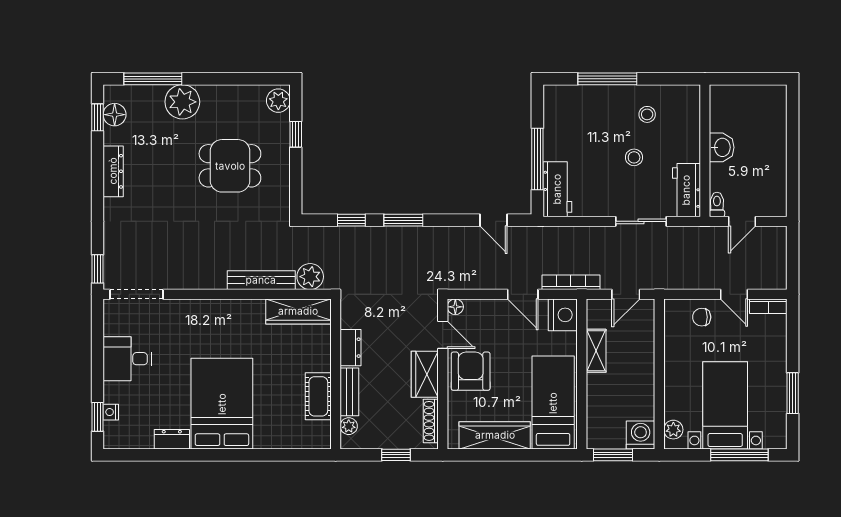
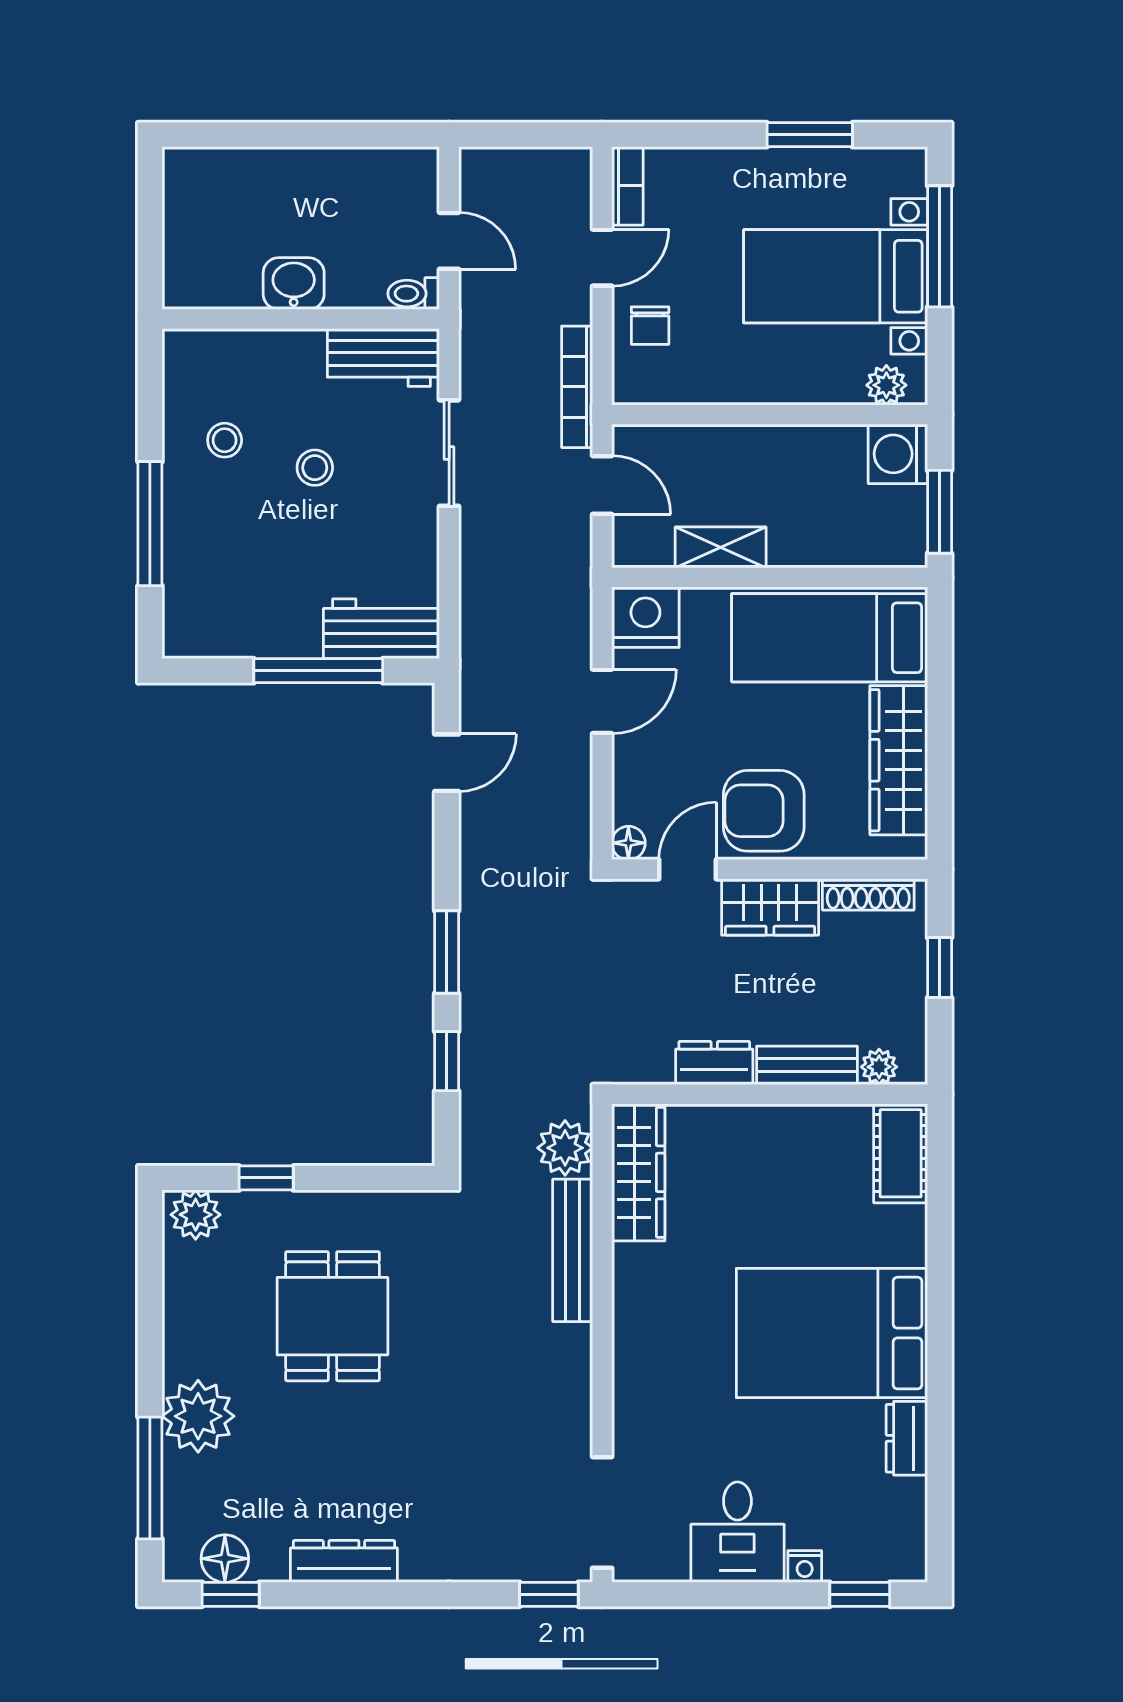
bookcase: (571, 282) -> (577, 387), moved
cot: (318, 396) -> (901, 1153), moved, turned 90
nightstand: (111, 412) -> (805, 1566), moved

